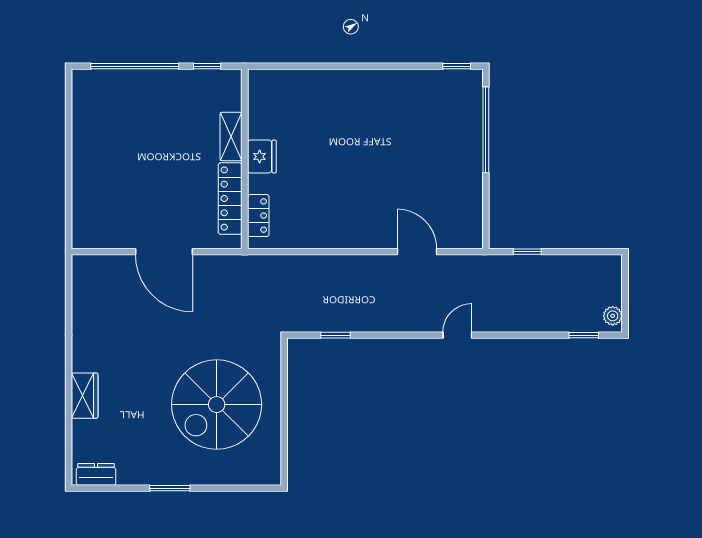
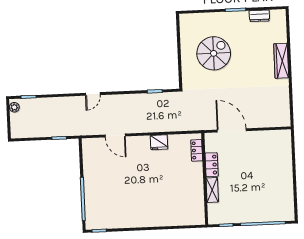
fridge: (262, 157) -> (159, 142), moved, turned -90
locker: (230, 198) -> (212, 165), width x0.66
door: (164, 252) -> (232, 130), moved
wardrobe: (85, 396) -> (281, 61), width x1.50
spiral stairs: (217, 405) -> (214, 53), width x0.73, depth x0.73
dresser: (96, 474) -> (259, 16), moved

